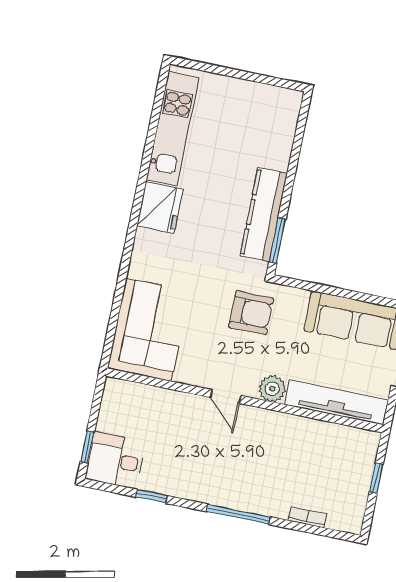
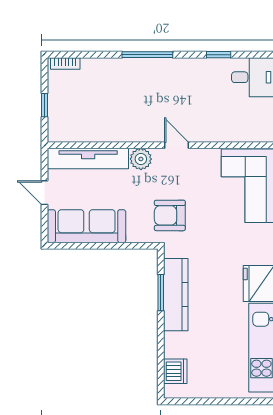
dishwasher: (283, 121) -> (175, 371), added
window: (277, 240) -> (161, 293), moved
bookcase: (307, 517) -> (65, 63), moved

